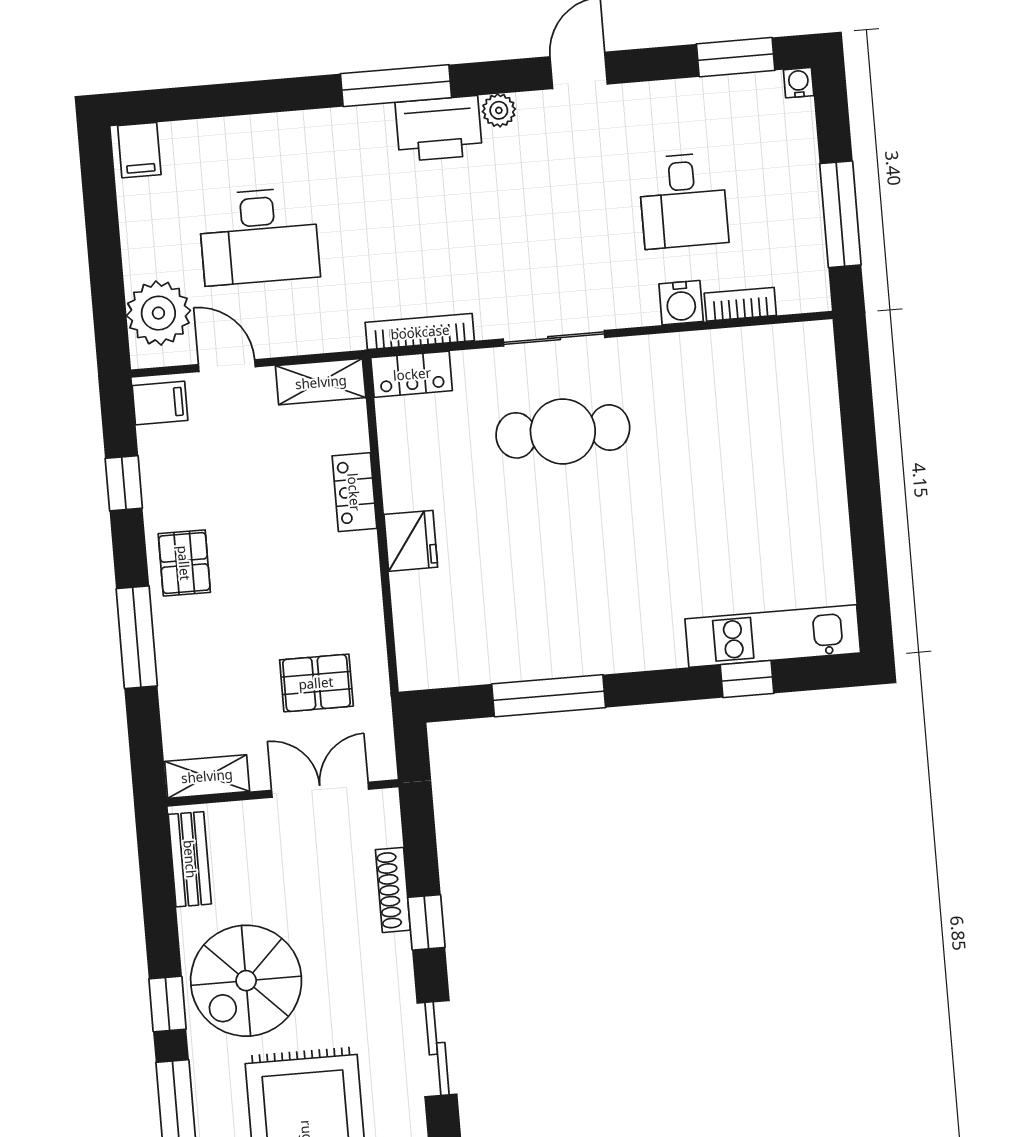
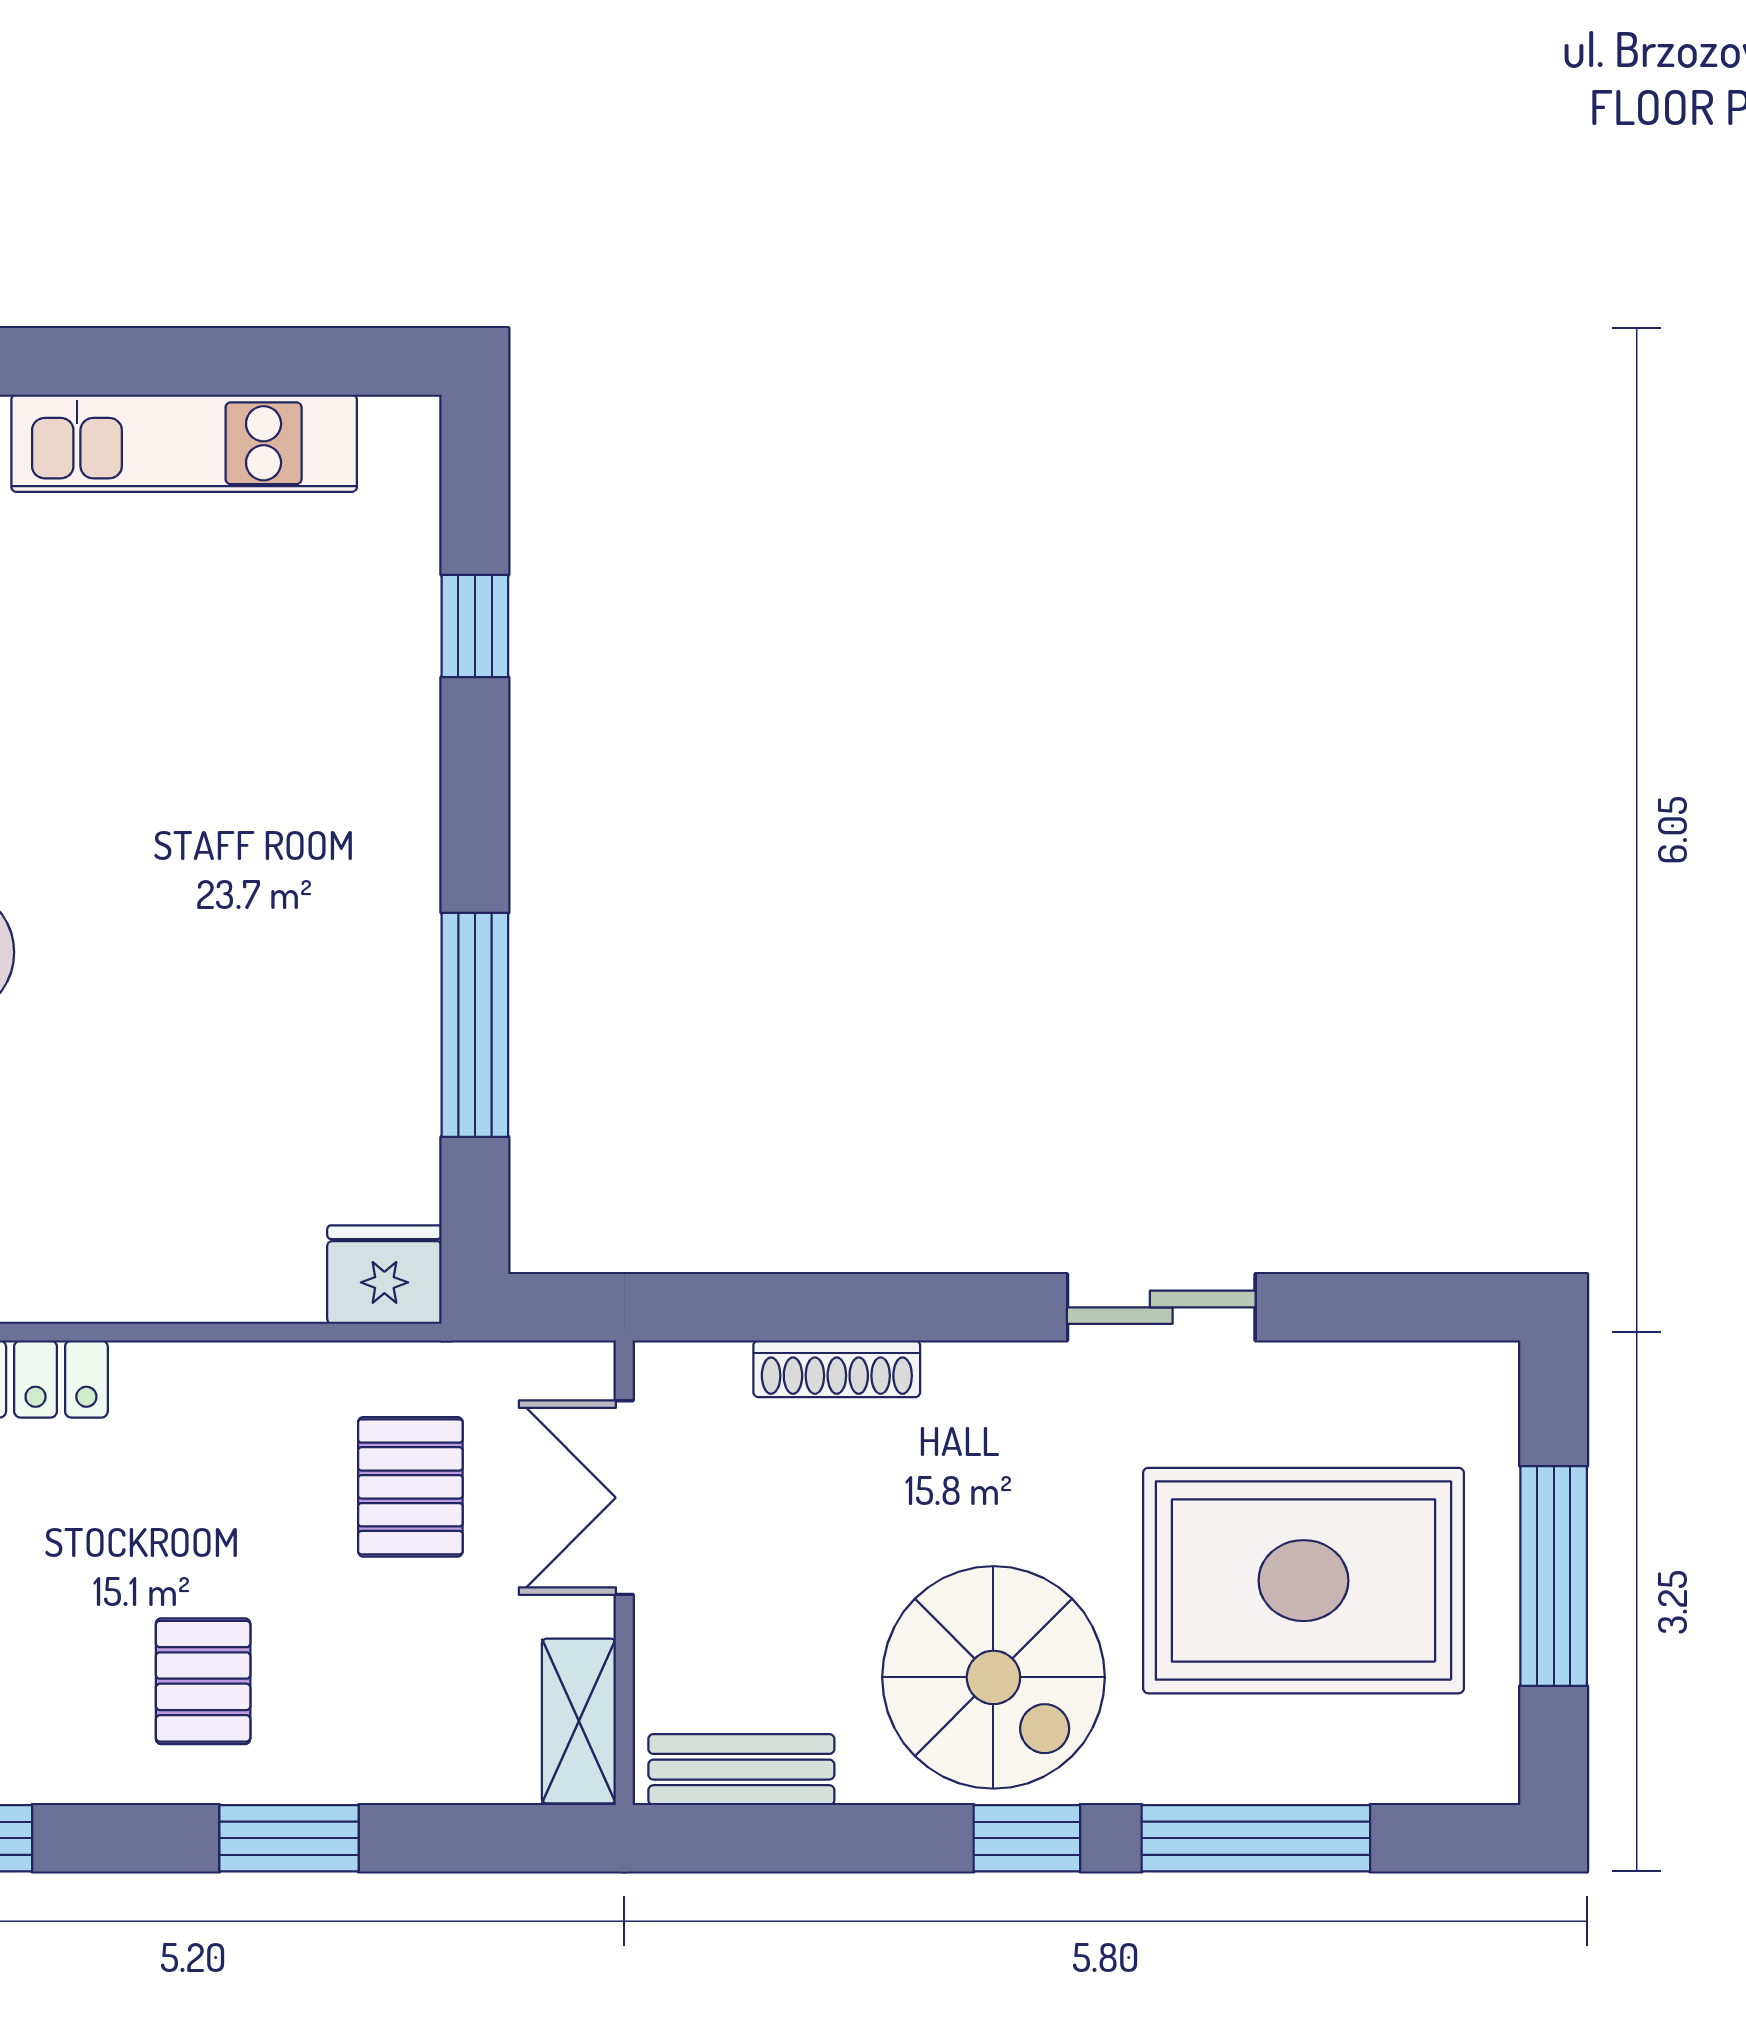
fridge: (411, 541) -> (384, 1275), moved
pallet: (184, 563) -> (203, 1681), moved, turned 90
kitchen unit: (773, 636) -> (184, 443), moved, turned -90
window: (137, 637) -> (289, 1838), width x0.69
window: (426, 922) -> (907, 1307), removed

